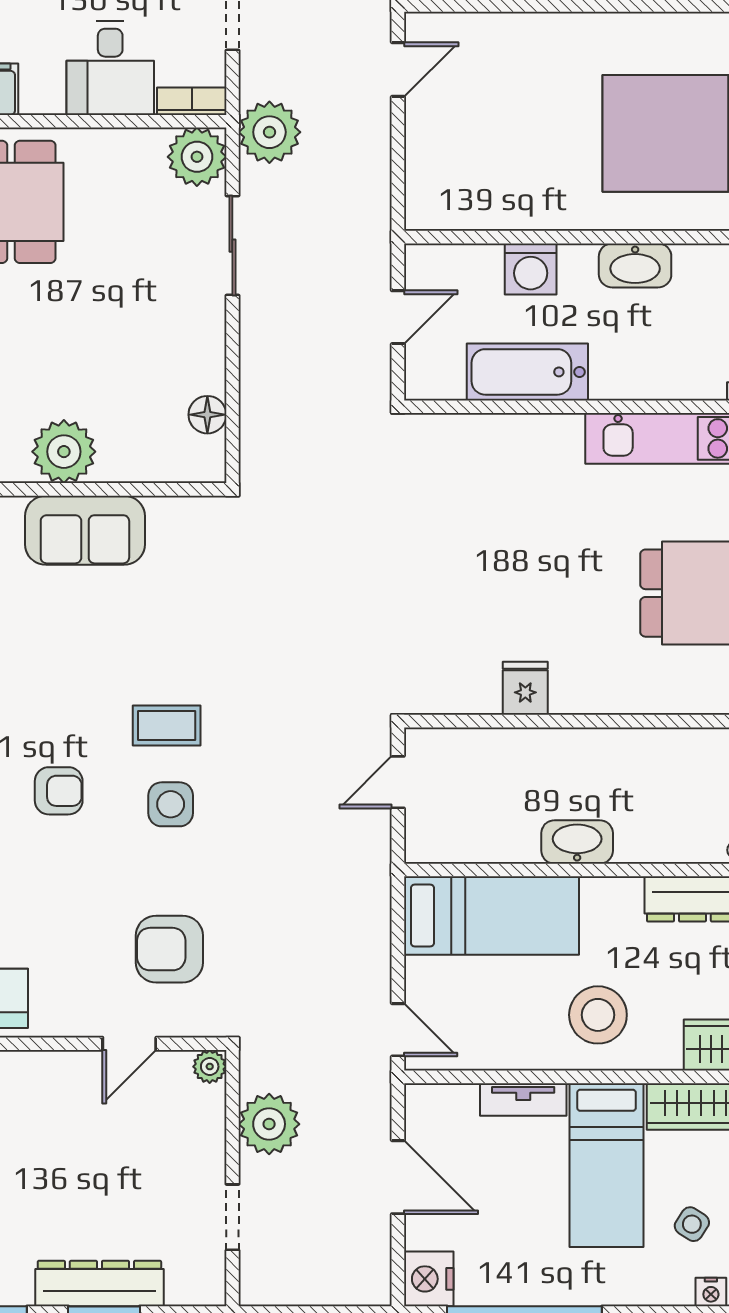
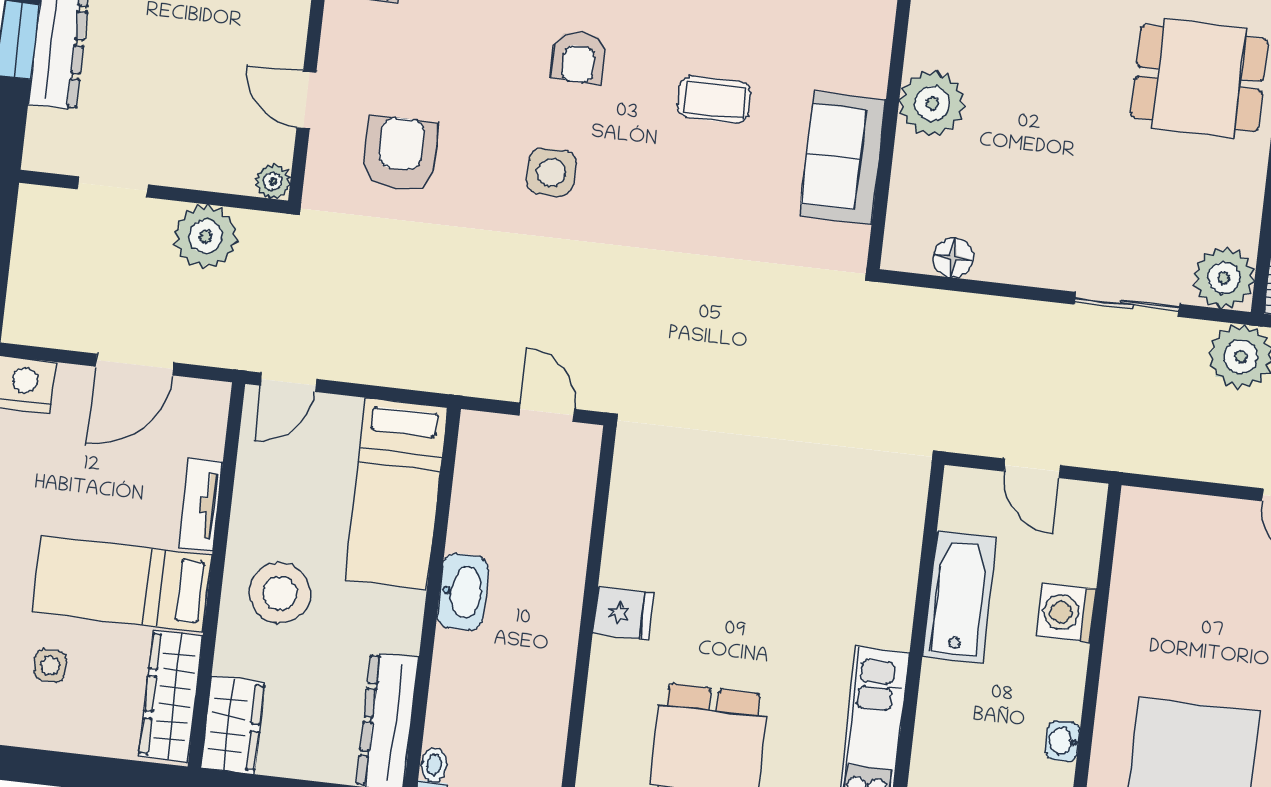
washbasin: (635, 265) -> (1063, 741), width x0.52, depth x0.69
sofa: (85, 530) -> (843, 158), moved
fridge: (525, 688) -> (623, 613), moved
coffee table: (167, 726) -> (714, 100), moved, turned 90
side table: (692, 1224) -> (50, 666), turned -33

